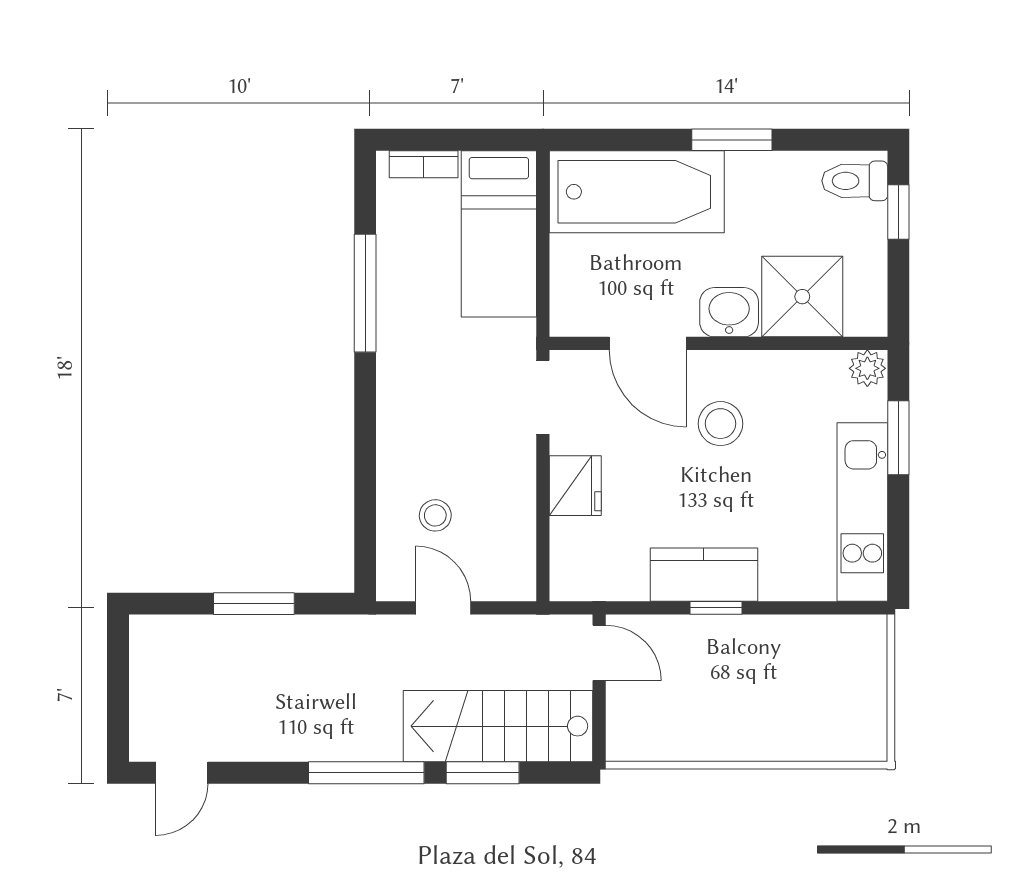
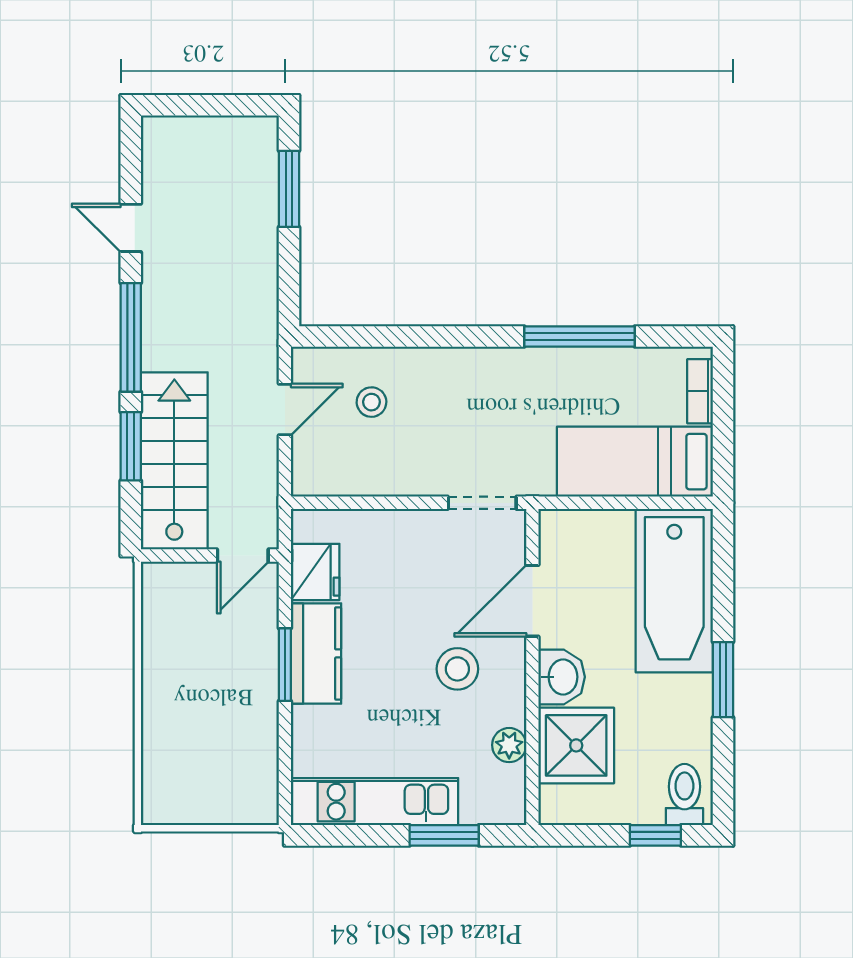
plant: (867, 368) -> (509, 745), moved
fridge: (575, 486) -> (315, 572), moved, turned -90
window: (254, 604) -> (289, 189), moved
window: (716, 608) -> (285, 665), width x1.50
door: (182, 773) -> (131, 228), moved

